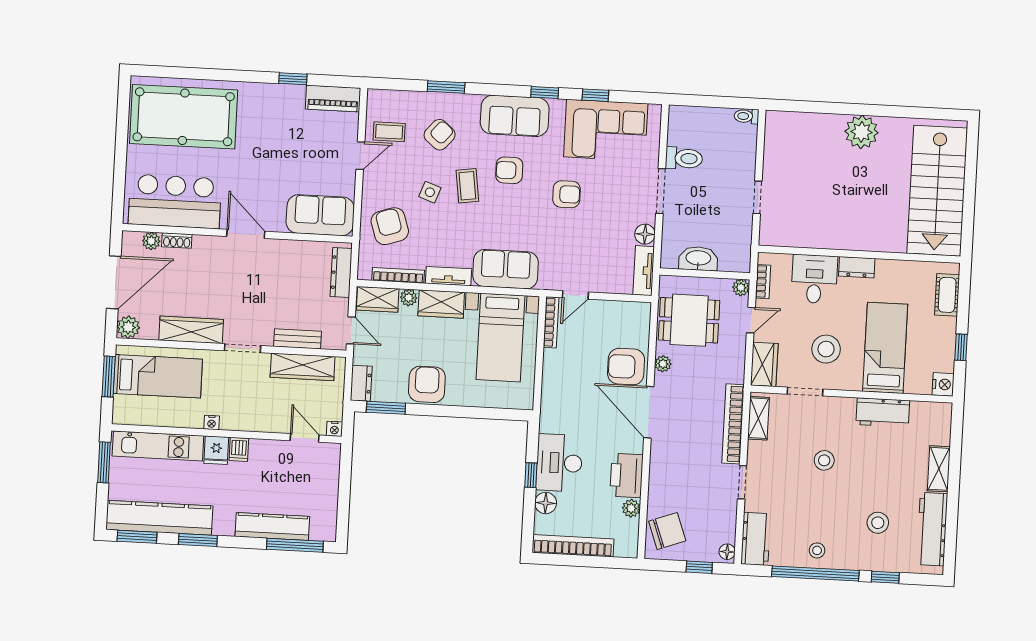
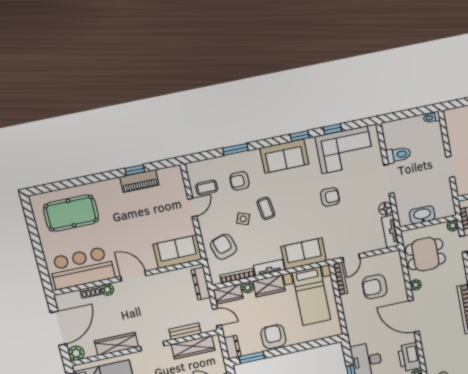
piano: (333, 99) -> (139, 181), moved
pool table: (184, 117) -> (71, 213), width x0.73, depth x0.76
armchair: (440, 135) -> (240, 181), turned -130
armchair: (509, 170) -> (290, 192), removed
plant: (151, 241) -> (107, 290), moved
armchair: (626, 367) -> (375, 287), moved

